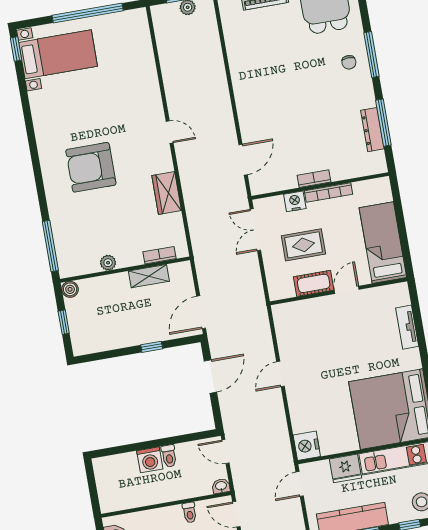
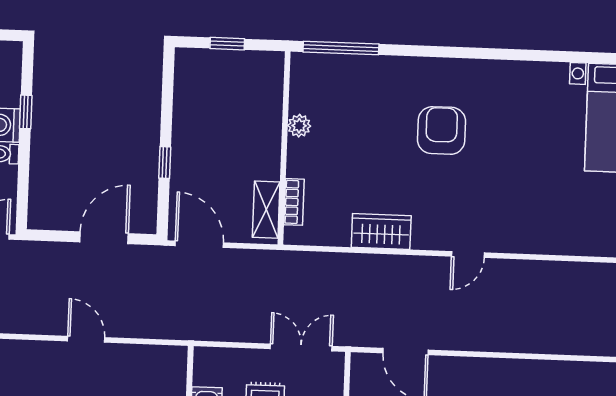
armchair: (91, 167) -> (442, 130), width x0.73, depth x0.73
shelving: (149, 276) -> (266, 210), moved
boiler: (70, 289) -> (273, 63), removed
door: (210, 376) -> (104, 238), swing flipped
window: (138, 446) -> (26, 112), added

